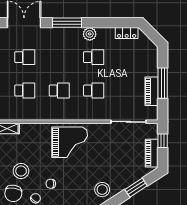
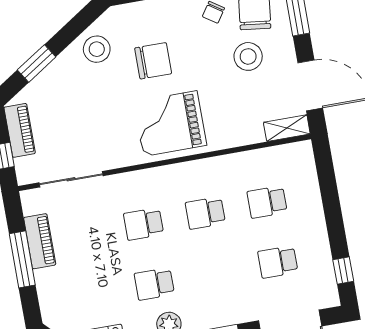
chair: (51, 184) -> (153, 61), moved, width x1.87, depth x1.87

